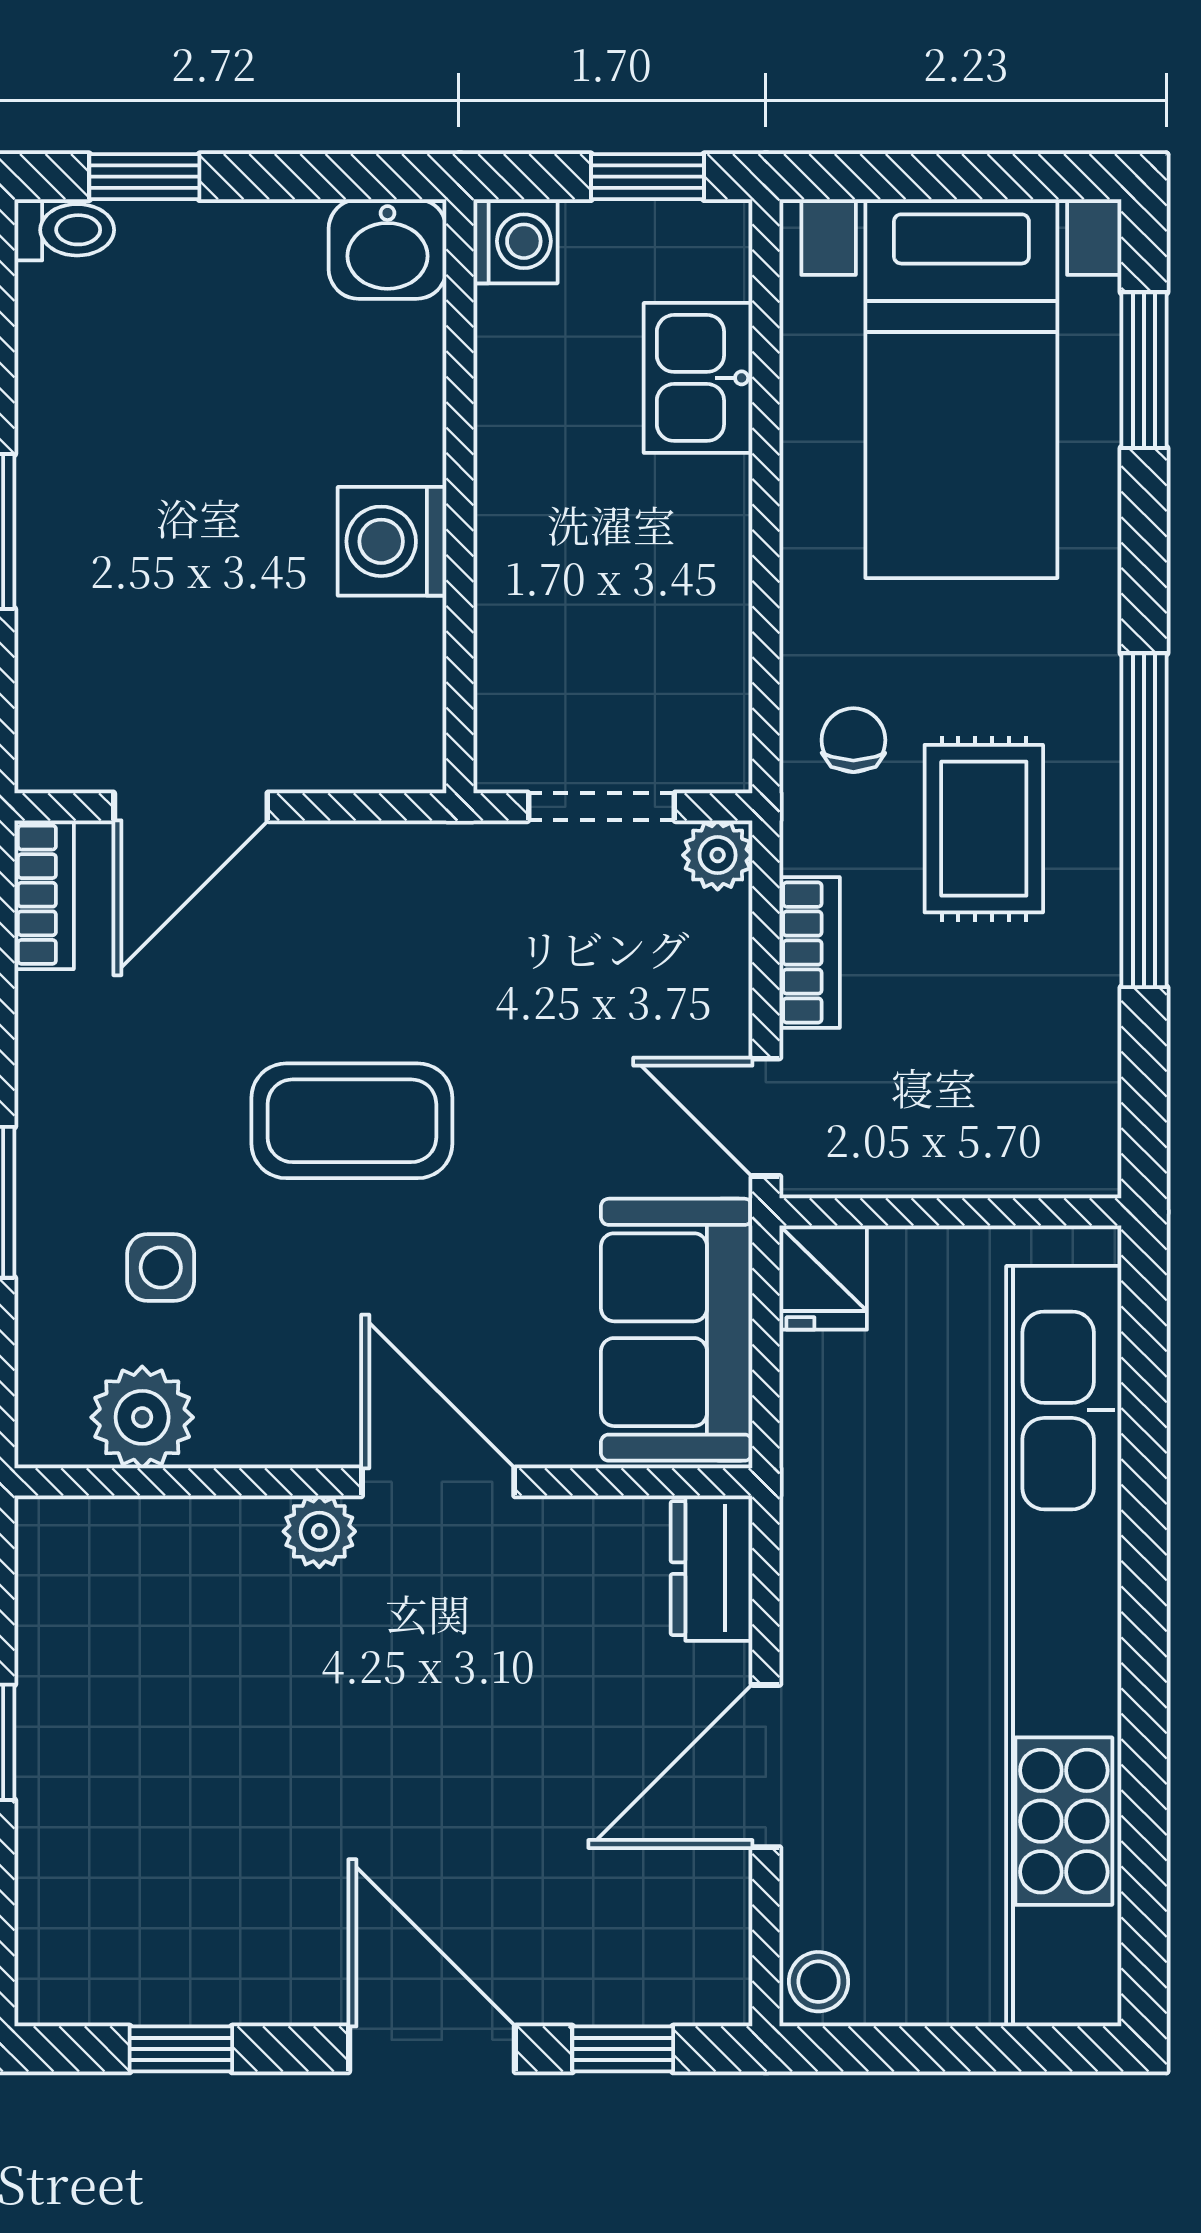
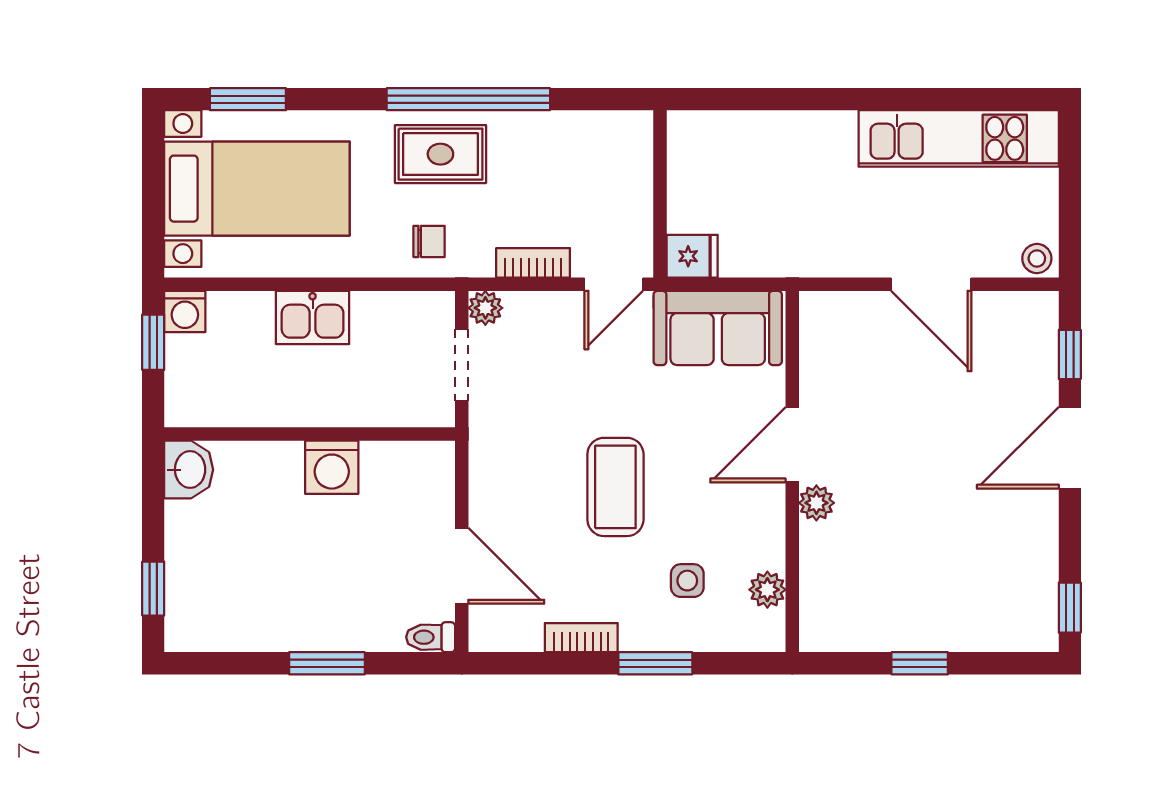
toilet: (64, 230) -> (431, 637), moved, turned -90
washing machine: (515, 241) -> (185, 311), moved, turned 180
kitchen sink: (698, 378) -> (313, 317), moved
chair: (853, 740) -> (429, 241), turned 180
rug: (984, 829) -> (440, 154), moved
bookcase: (44, 895) -> (581, 638), moved
plant: (142, 1417) -> (767, 590), width x0.73, depth x0.73
dresser: (712, 1568) -> (834, 311), removed
kitchen unit: (1064, 1646) -> (959, 138), width x0.54
window: (181, 2049) -> (1070, 608), moved

